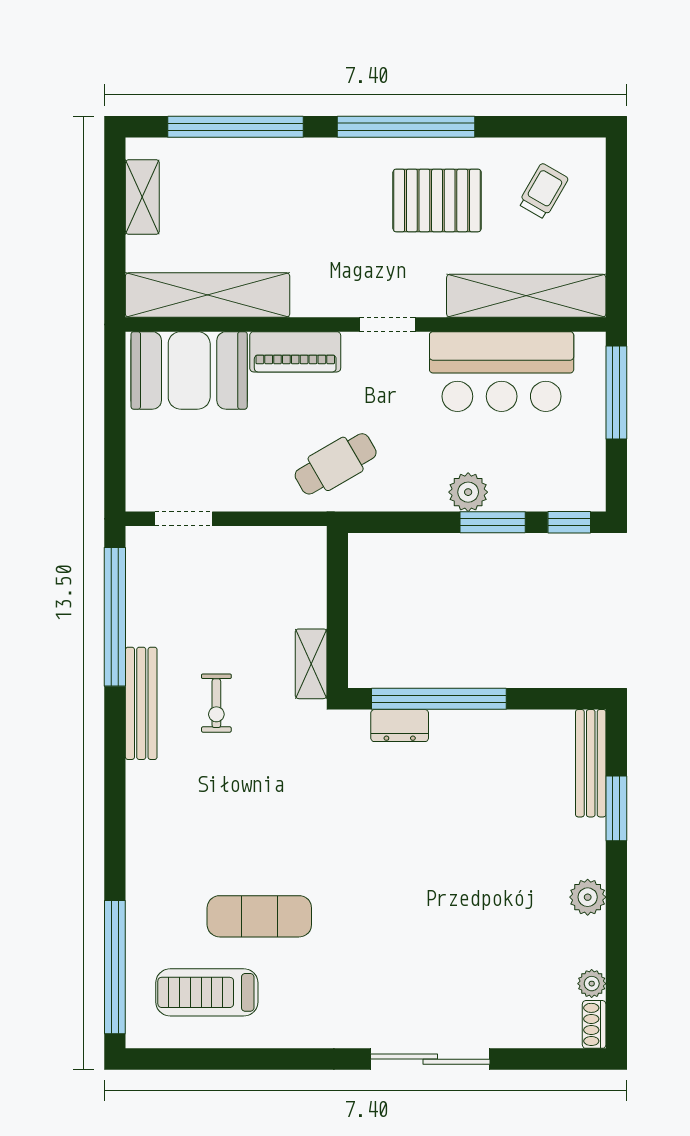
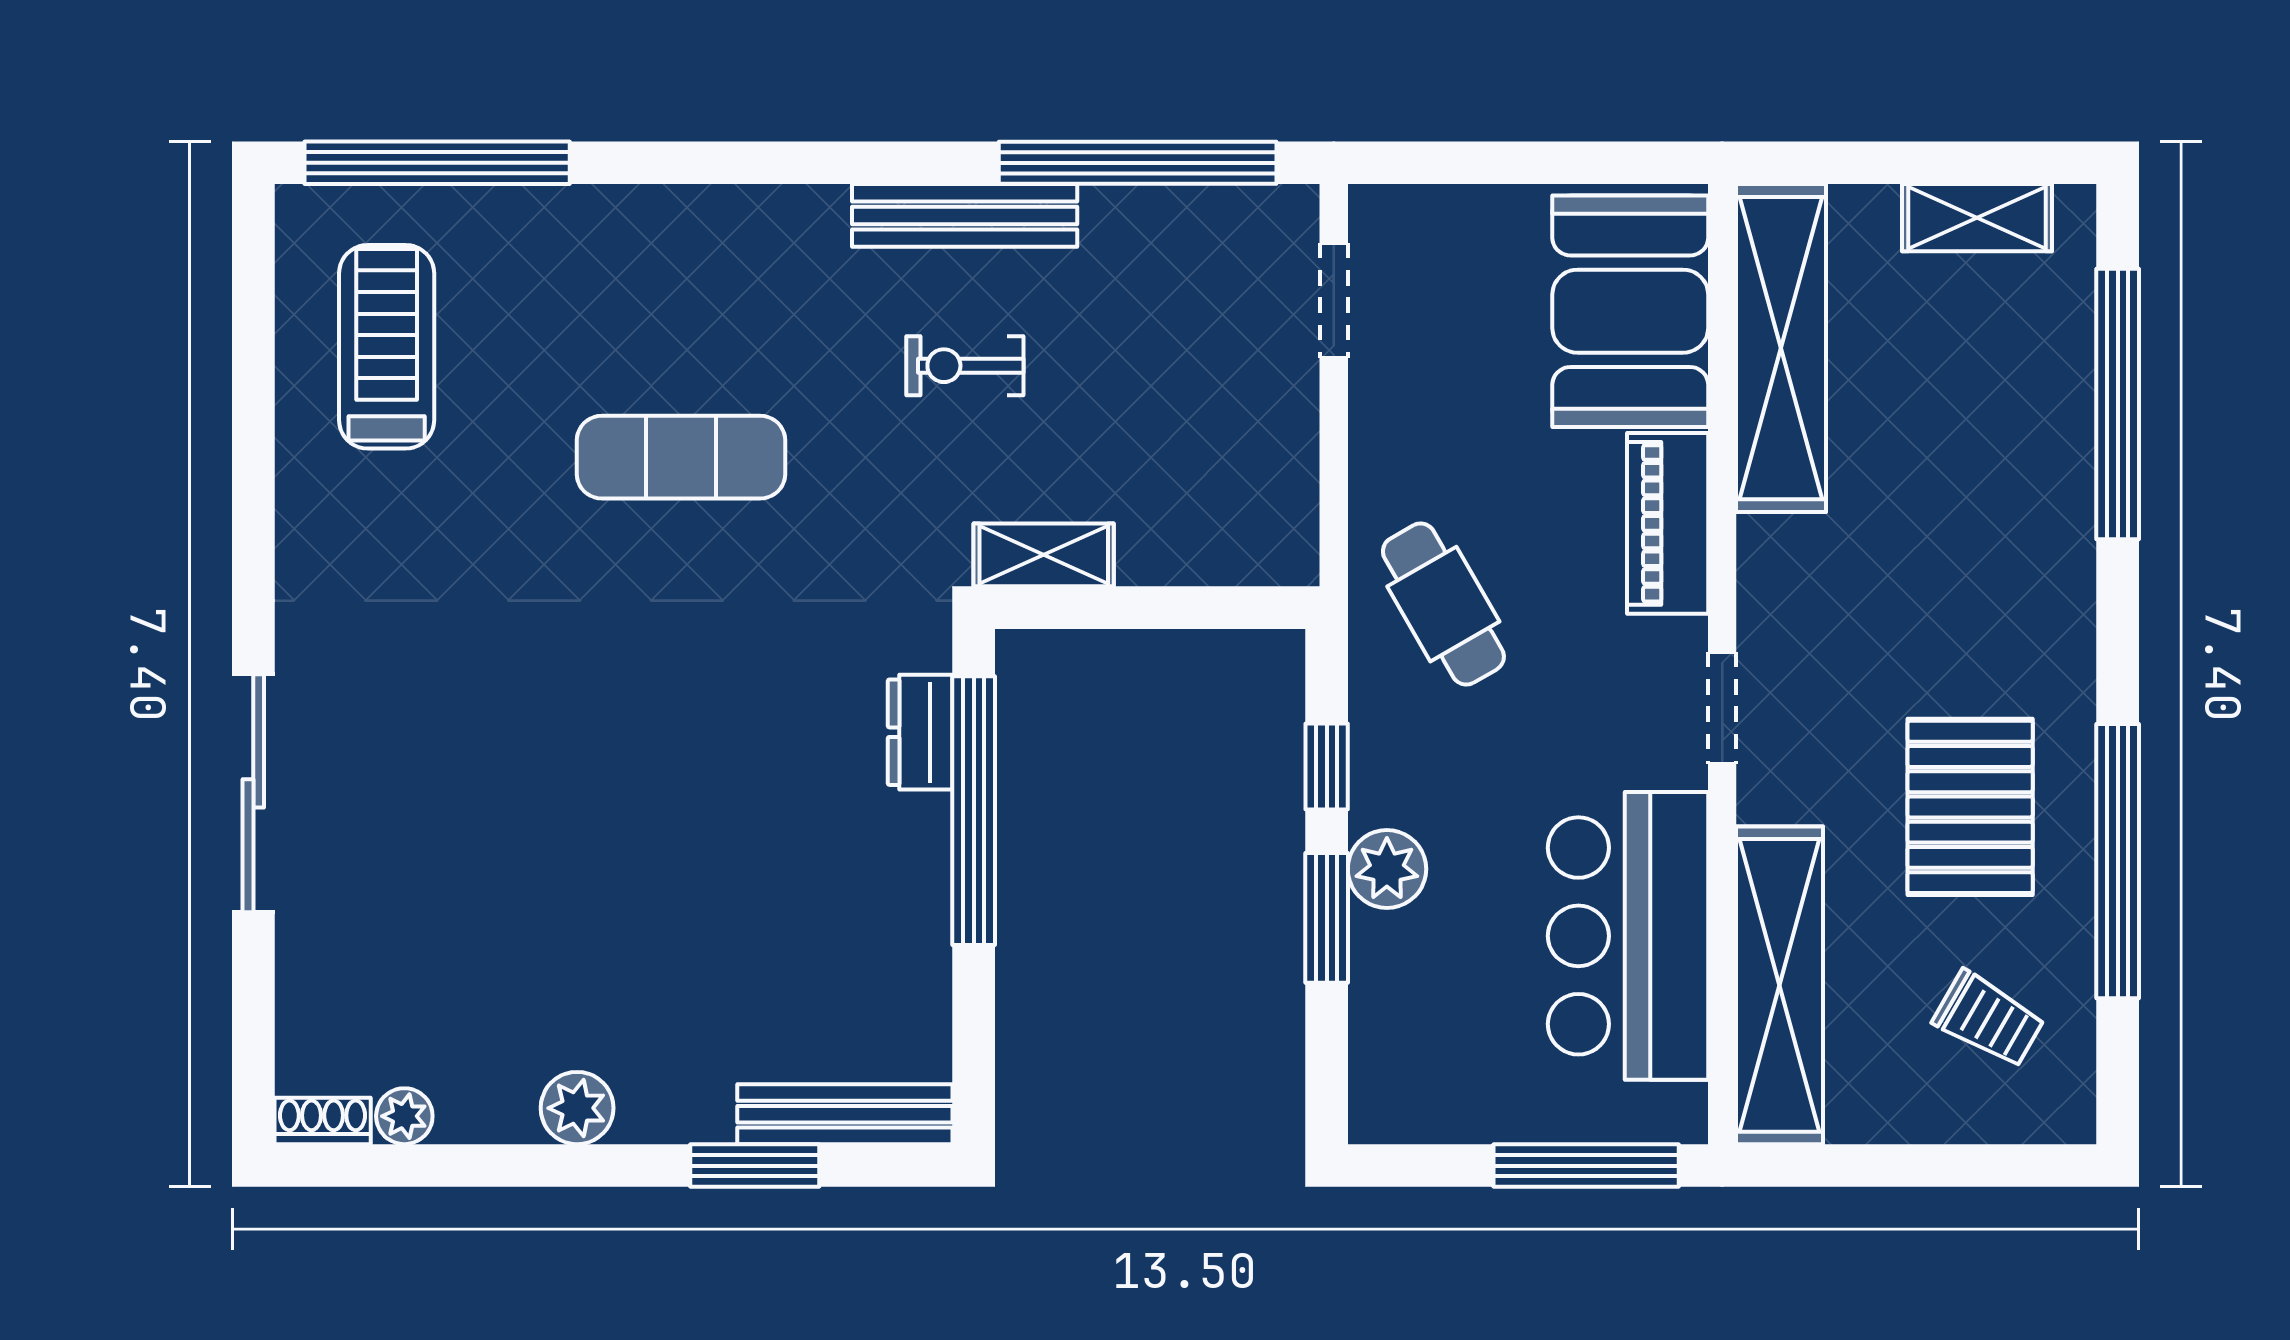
window: (406, 127) -> (2118, 861), moved
window: (569, 522) -> (1327, 766), moved
exercise mat: (259, 916) -> (681, 457), moved, turned 90

